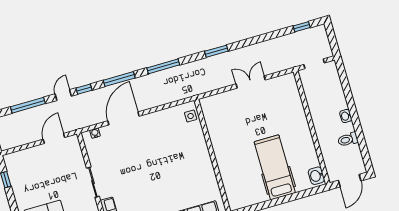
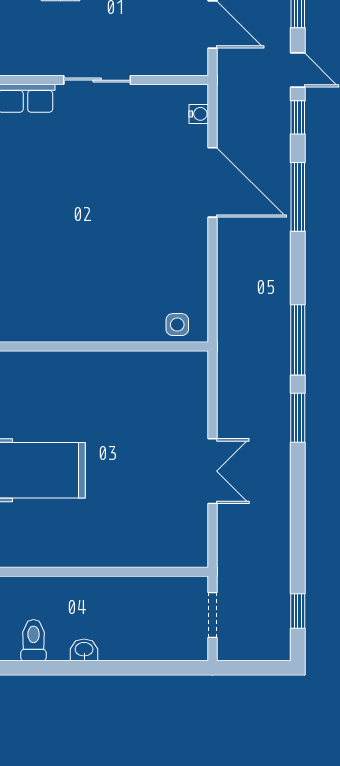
window: (163, 66) -> (298, 340), moved

